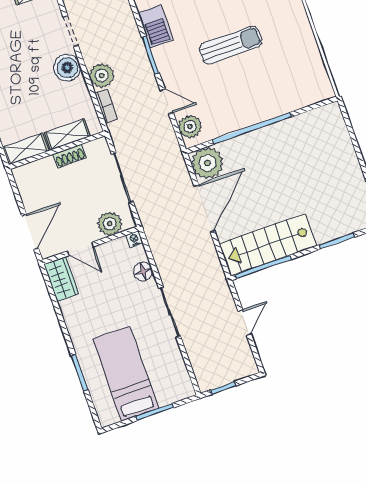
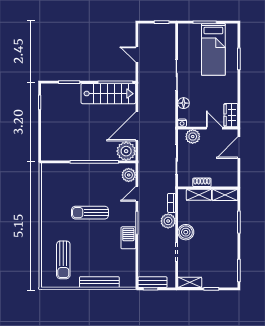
door: (167, 101) -> (137, 194), hinge flipped
door: (245, 323) -> (137, 55), hinge flipped

